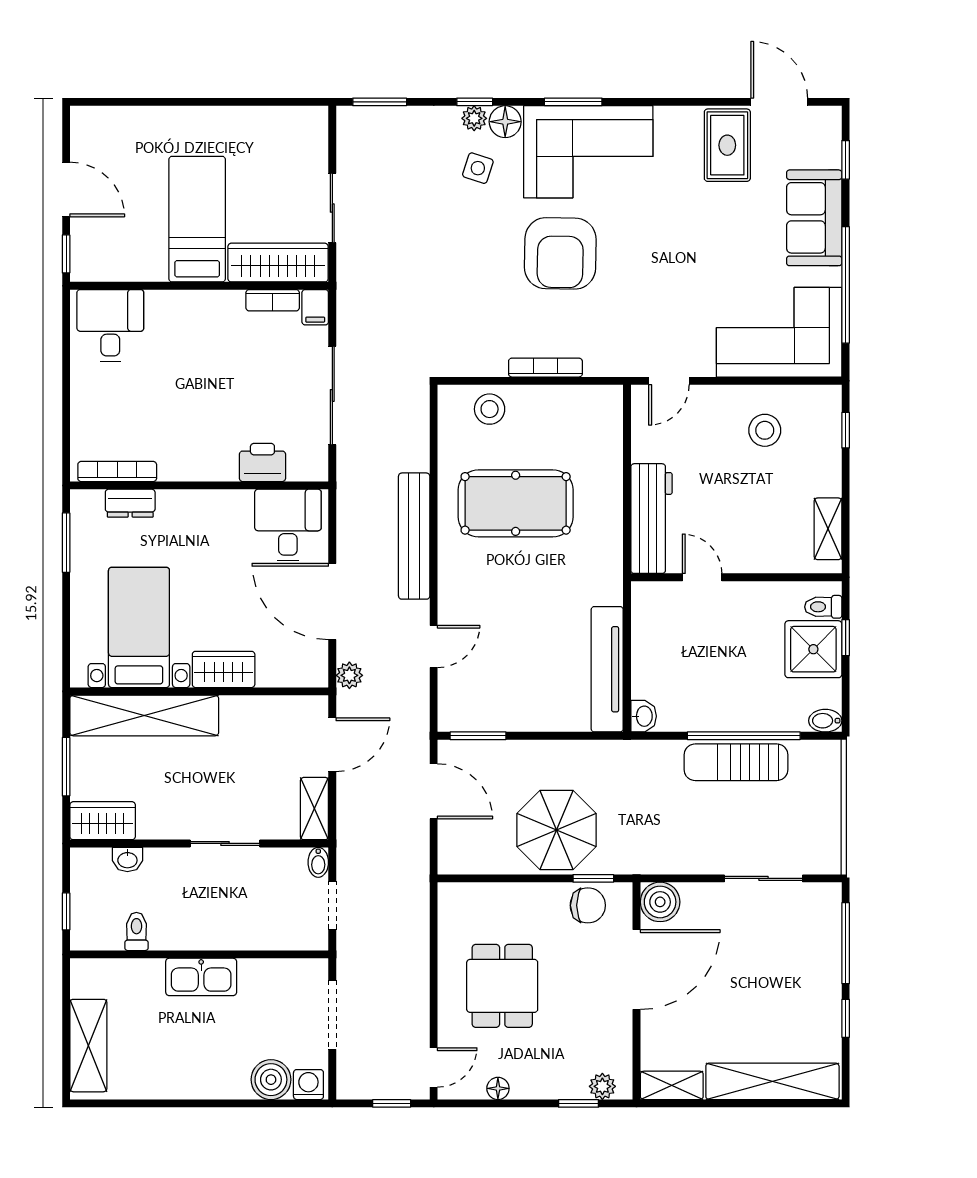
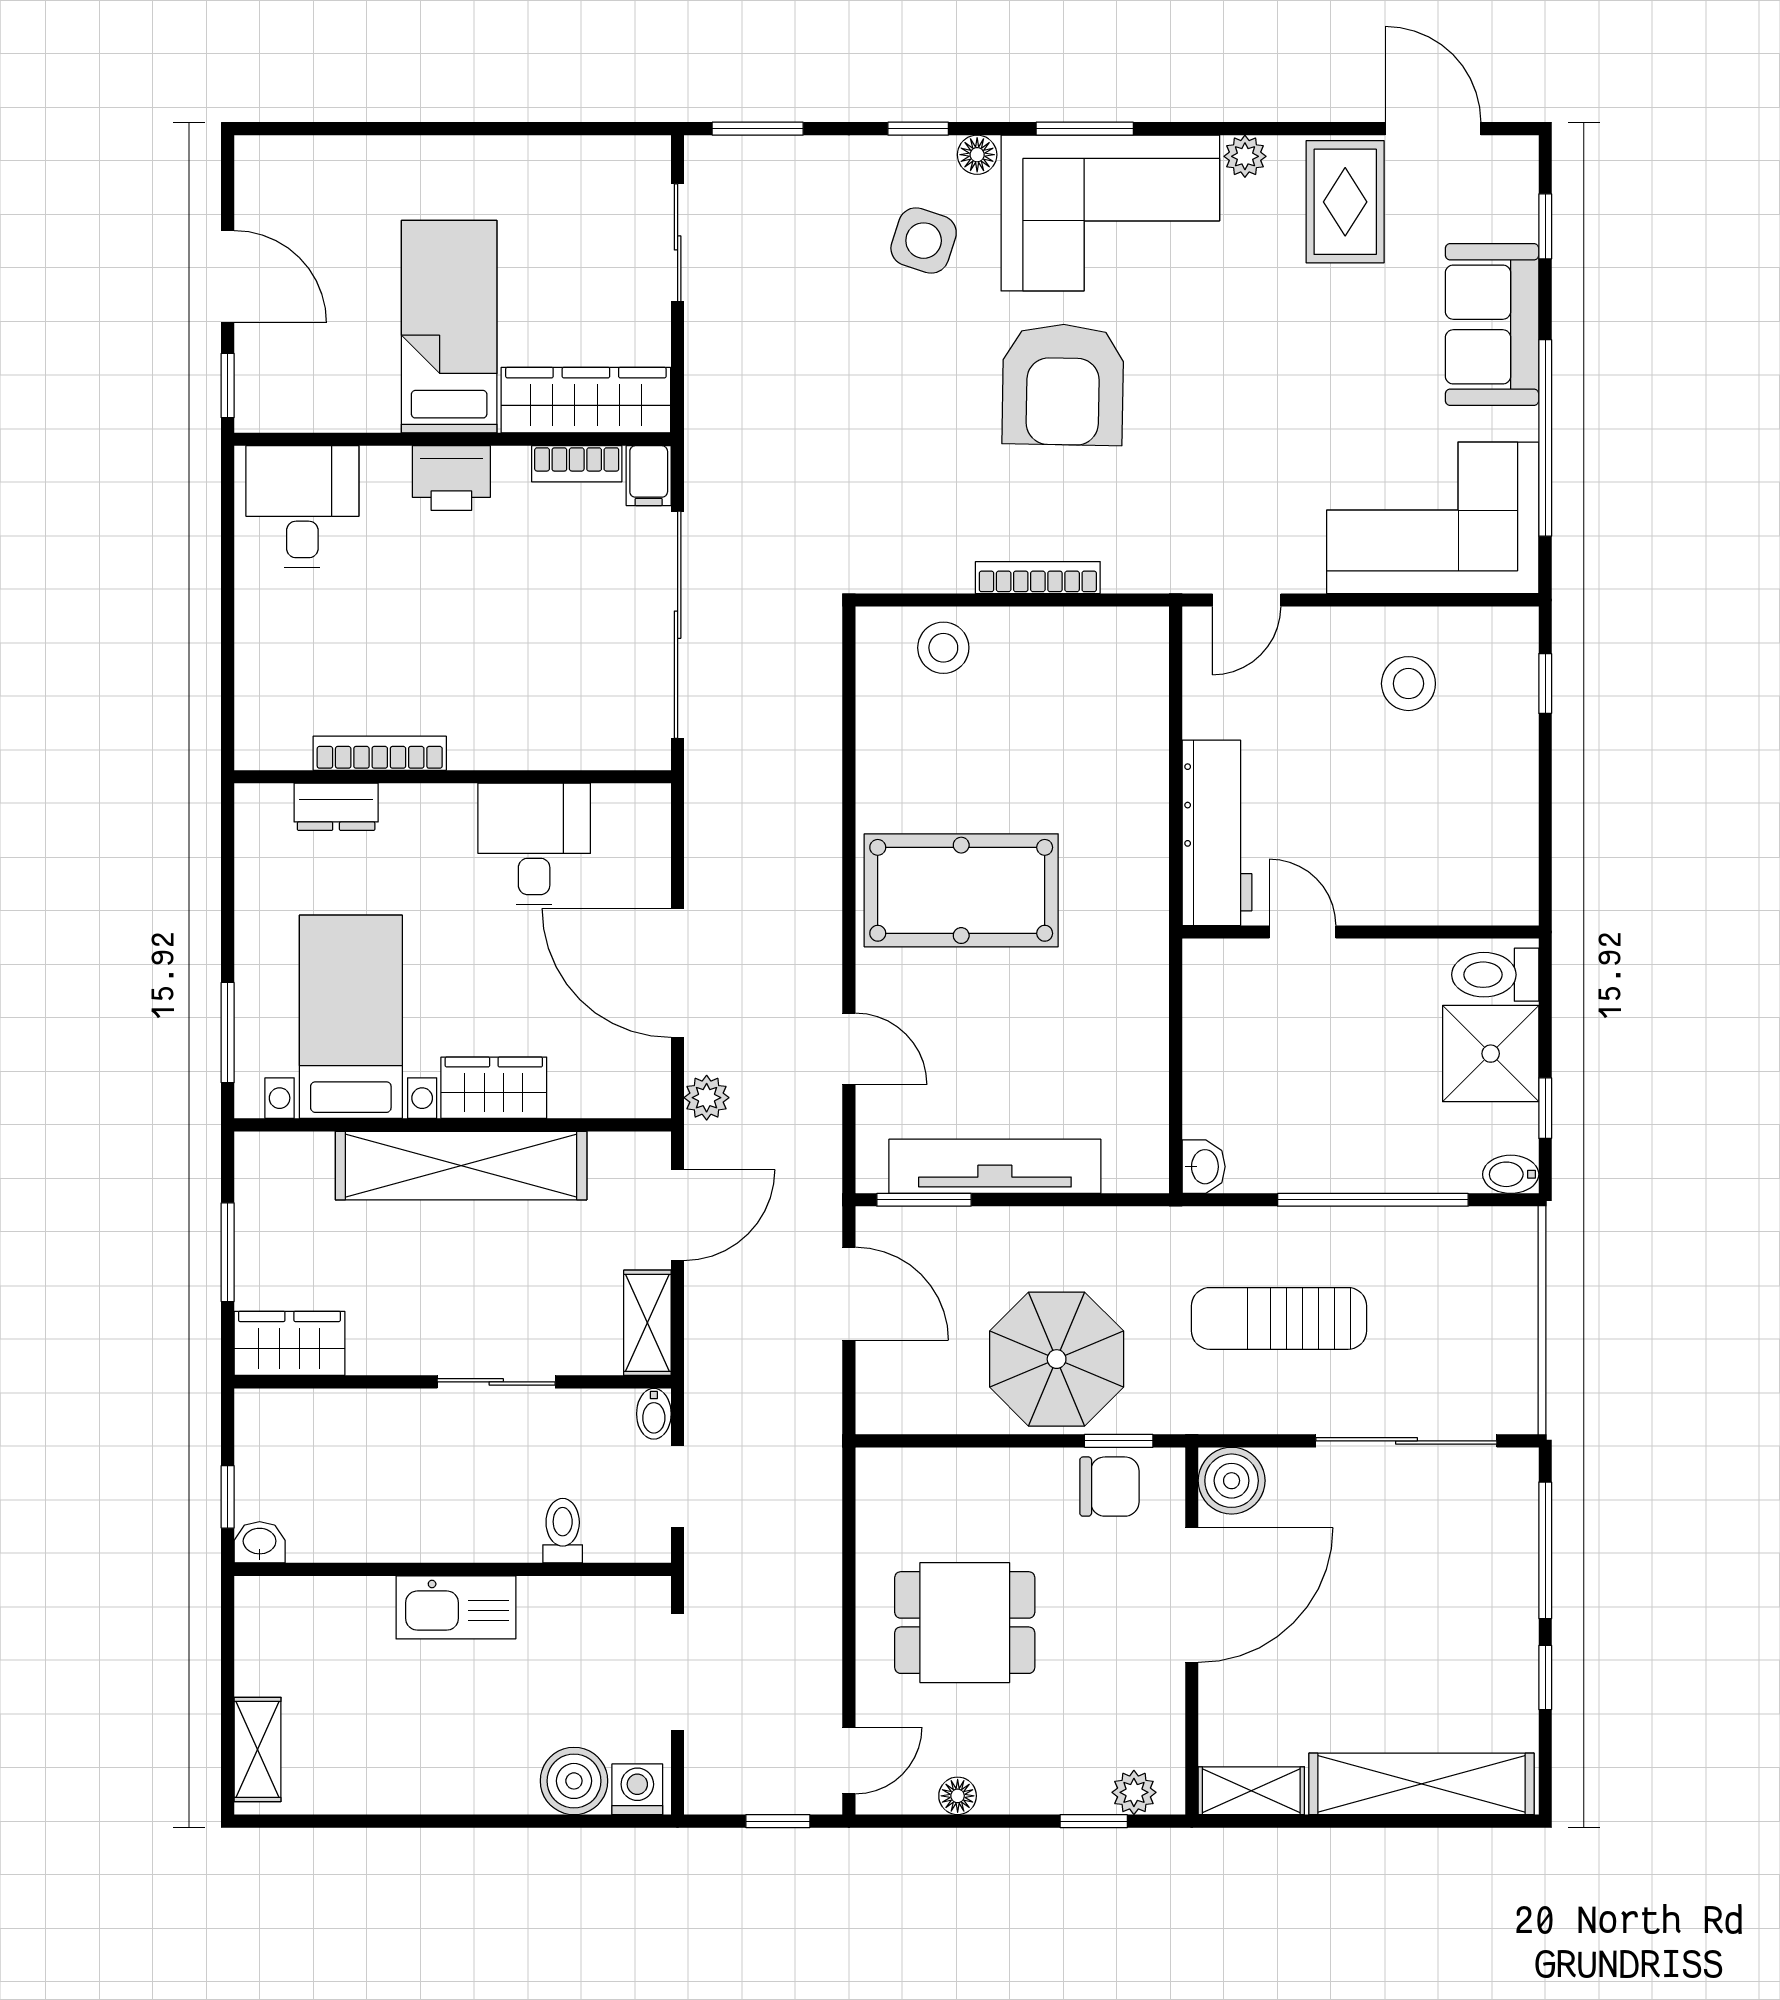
plant: (474, 118) -> (1245, 156), moved
floor lamp: (505, 122) -> (977, 155), width x0.73, depth x0.73
side table: (478, 168) -> (924, 241), width x1.37, depth x1.37
sliding door: (332, 208) -> (678, 243), moved
sliding door: (332, 395) -> (678, 625), width x1.36
printer: (262, 462) -> (451, 478), moved, turned 180
bookcase: (117, 471) -> (380, 753), moved
pool table: (516, 503) -> (961, 890), moved
desk: (288, 525) -> (534, 844), moved
shelving: (828, 529) -> (1515, 850), removed
bench: (414, 536) -> (816, 862), removed
window: (66, 543) -> (228, 1033), moved
toilet: (823, 607) -> (1495, 975), width x1.37, depth x1.39
window: (846, 638) -> (1545, 1108), moved
door: (434, 646) -> (849, 1049), hinge flipped
tv unit: (607, 669) -> (995, 1166), moved, turned 90
shelving: (144, 715) -> (461, 1166), moved
sun lounger: (736, 762) -> (1279, 1318), moved
washbasin: (127, 859) -> (260, 1542), moved, turned 180
sliding door: (764, 878) -> (1406, 1441), width x1.37
toilet: (136, 932) -> (563, 1531), moved
dining table: (502, 986) -> (965, 1623), turned 90
shelving: (88, 1046) -> (258, 1749), width x0.67, depth x0.75

